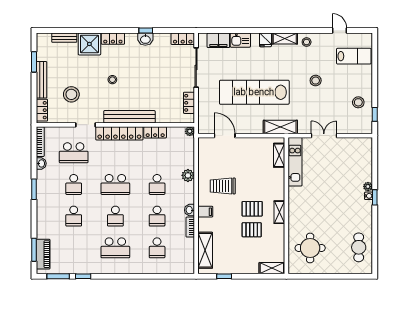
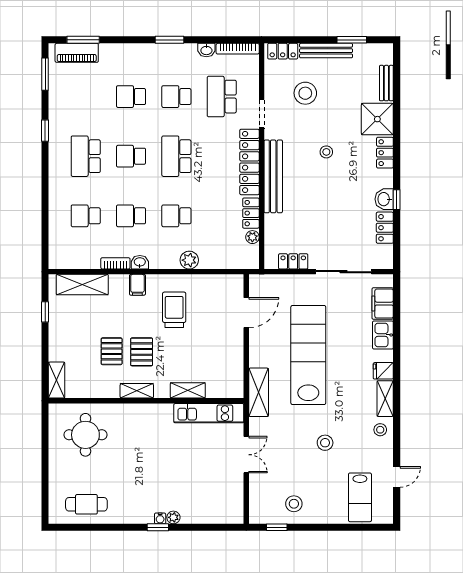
locker: (183, 39) -> (385, 228), moved
plant: (190, 131) -> (252, 237), moved
shelving: (279, 155) -> (188, 390), moved
window: (83, 276) -> (45, 131), moved

